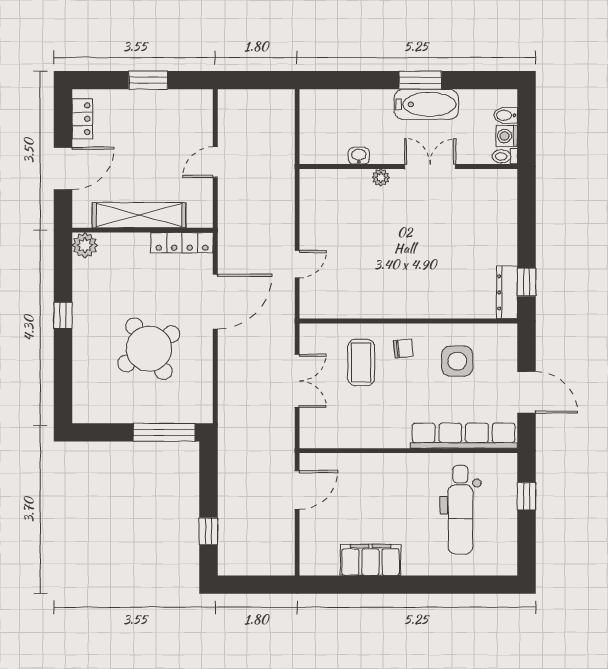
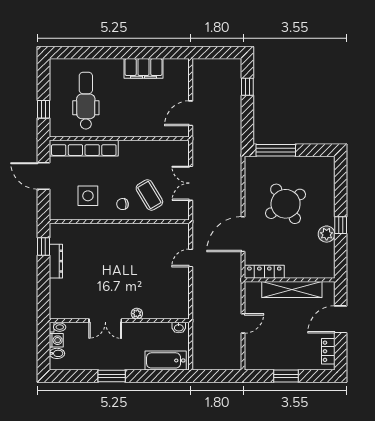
bathtub: (426, 104) -> (166, 360), moved
washbasin: (359, 156) -> (179, 327), moved
plant: (85, 245) -> (327, 234), moved
dresser: (507, 292) -> (56, 261), moved
coffee table: (361, 362) -> (149, 195), turned -31

